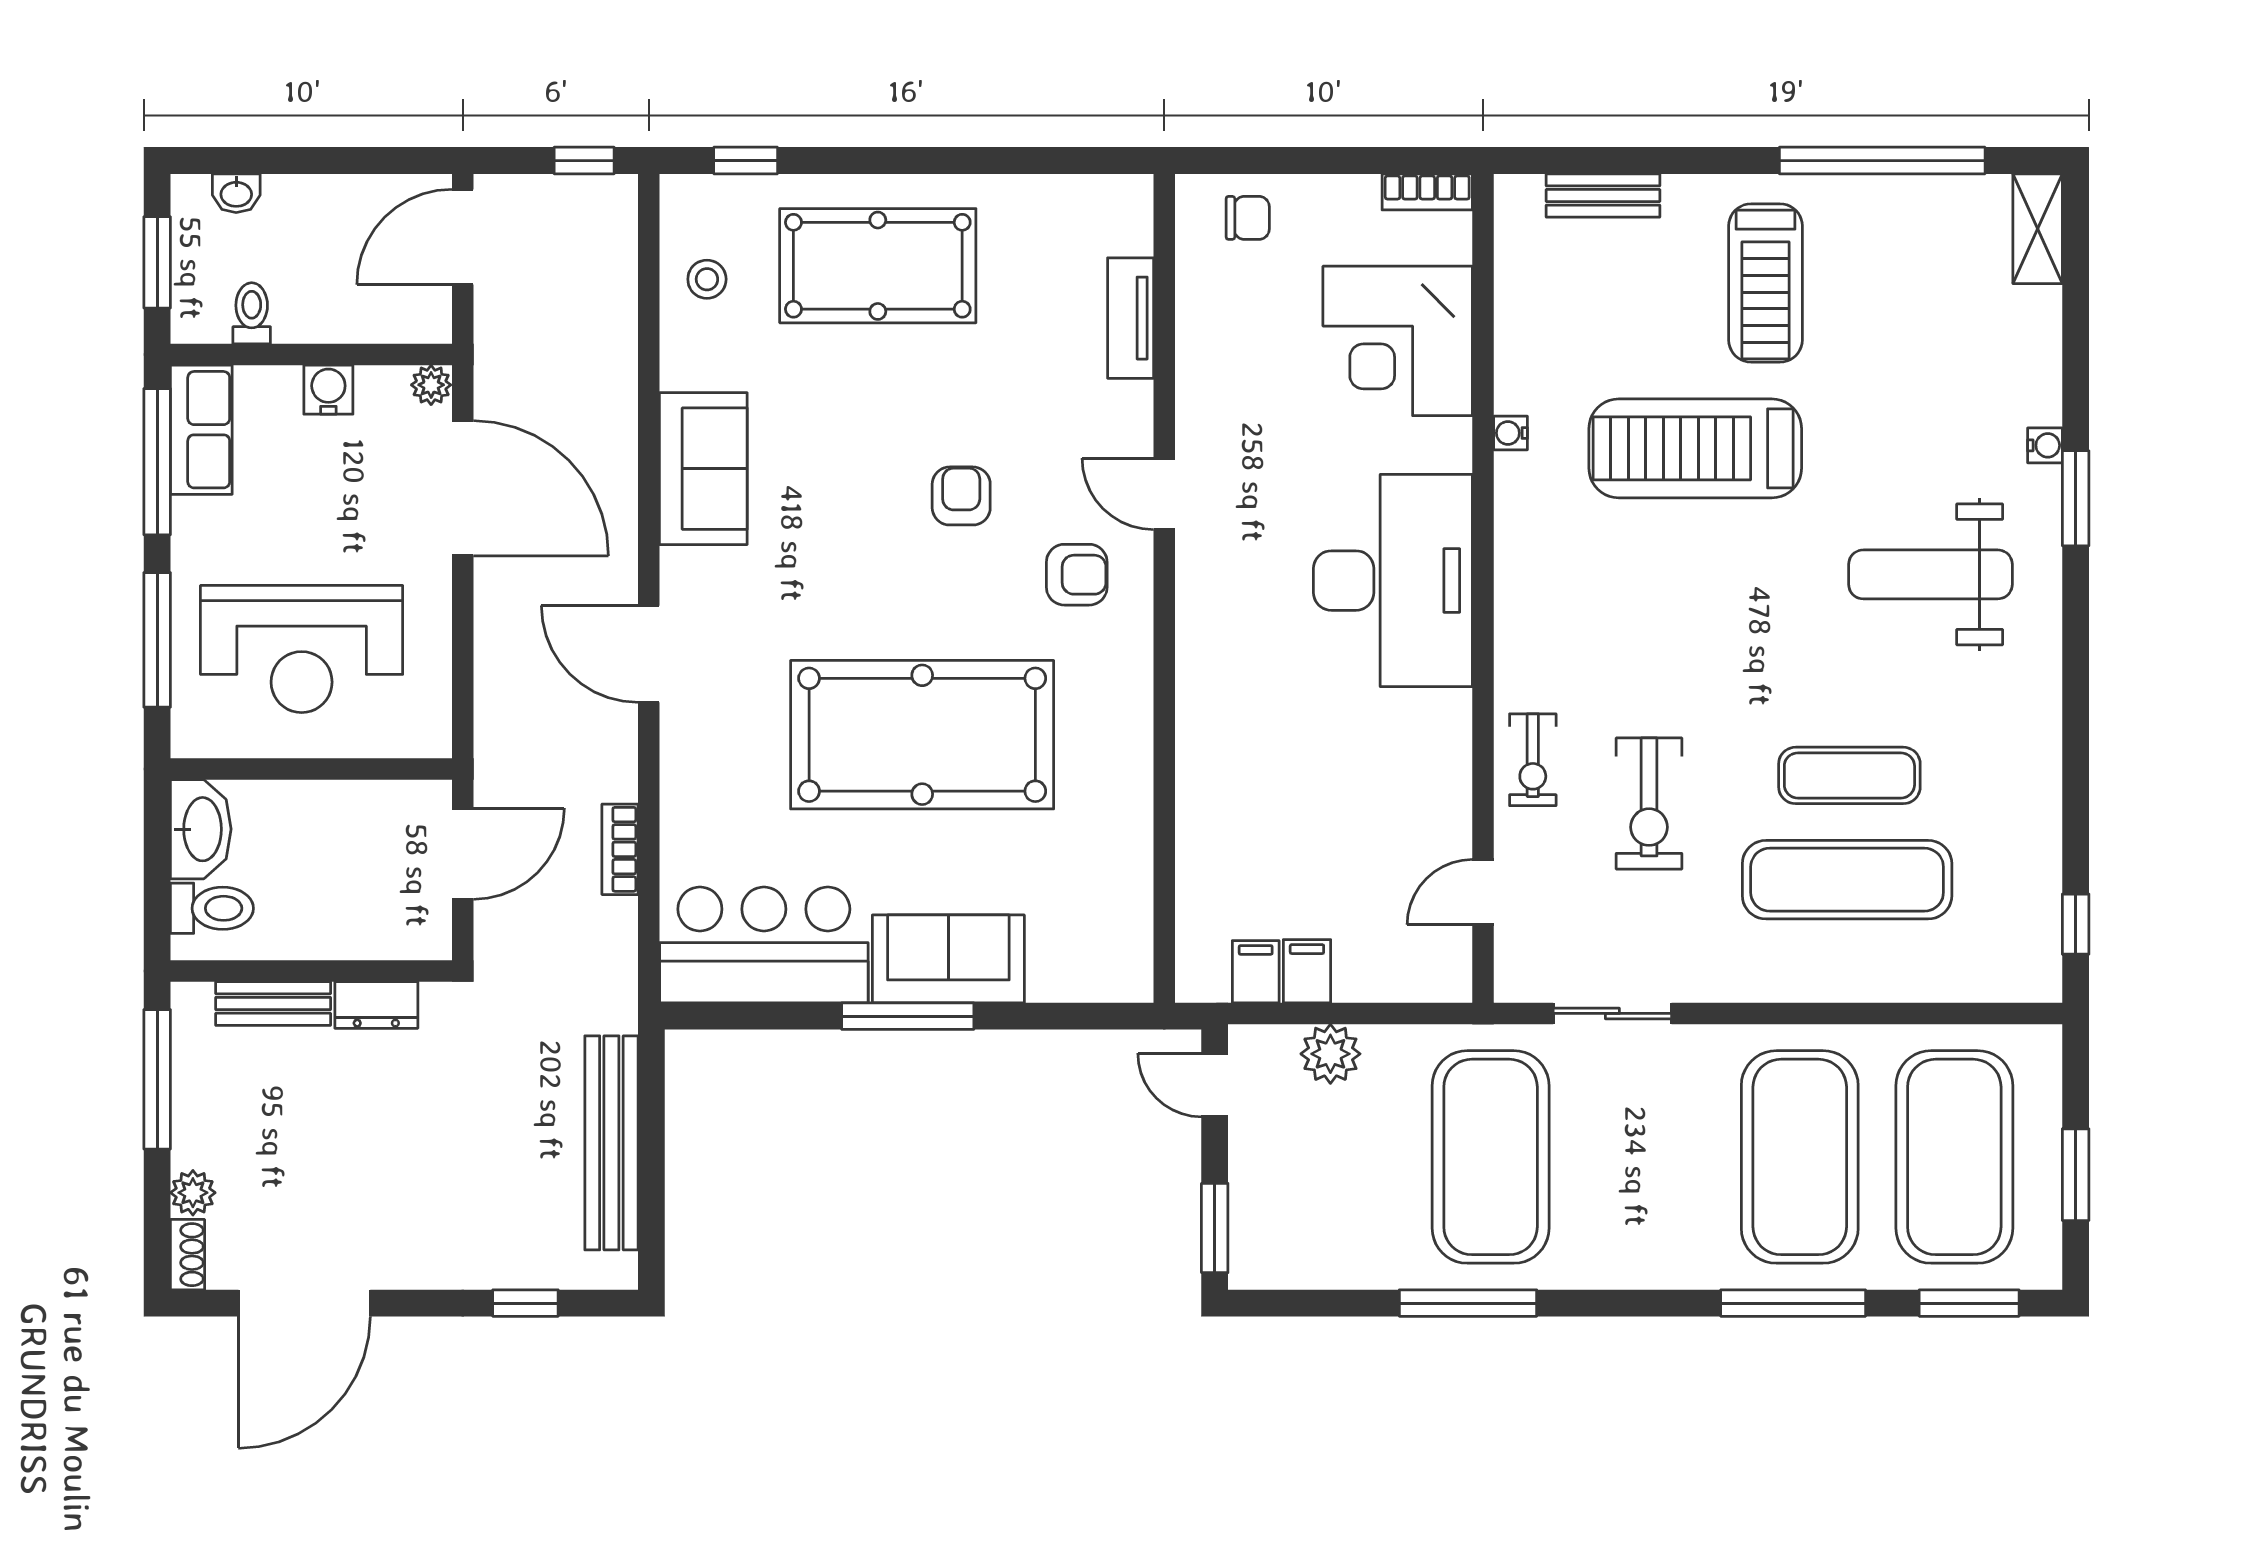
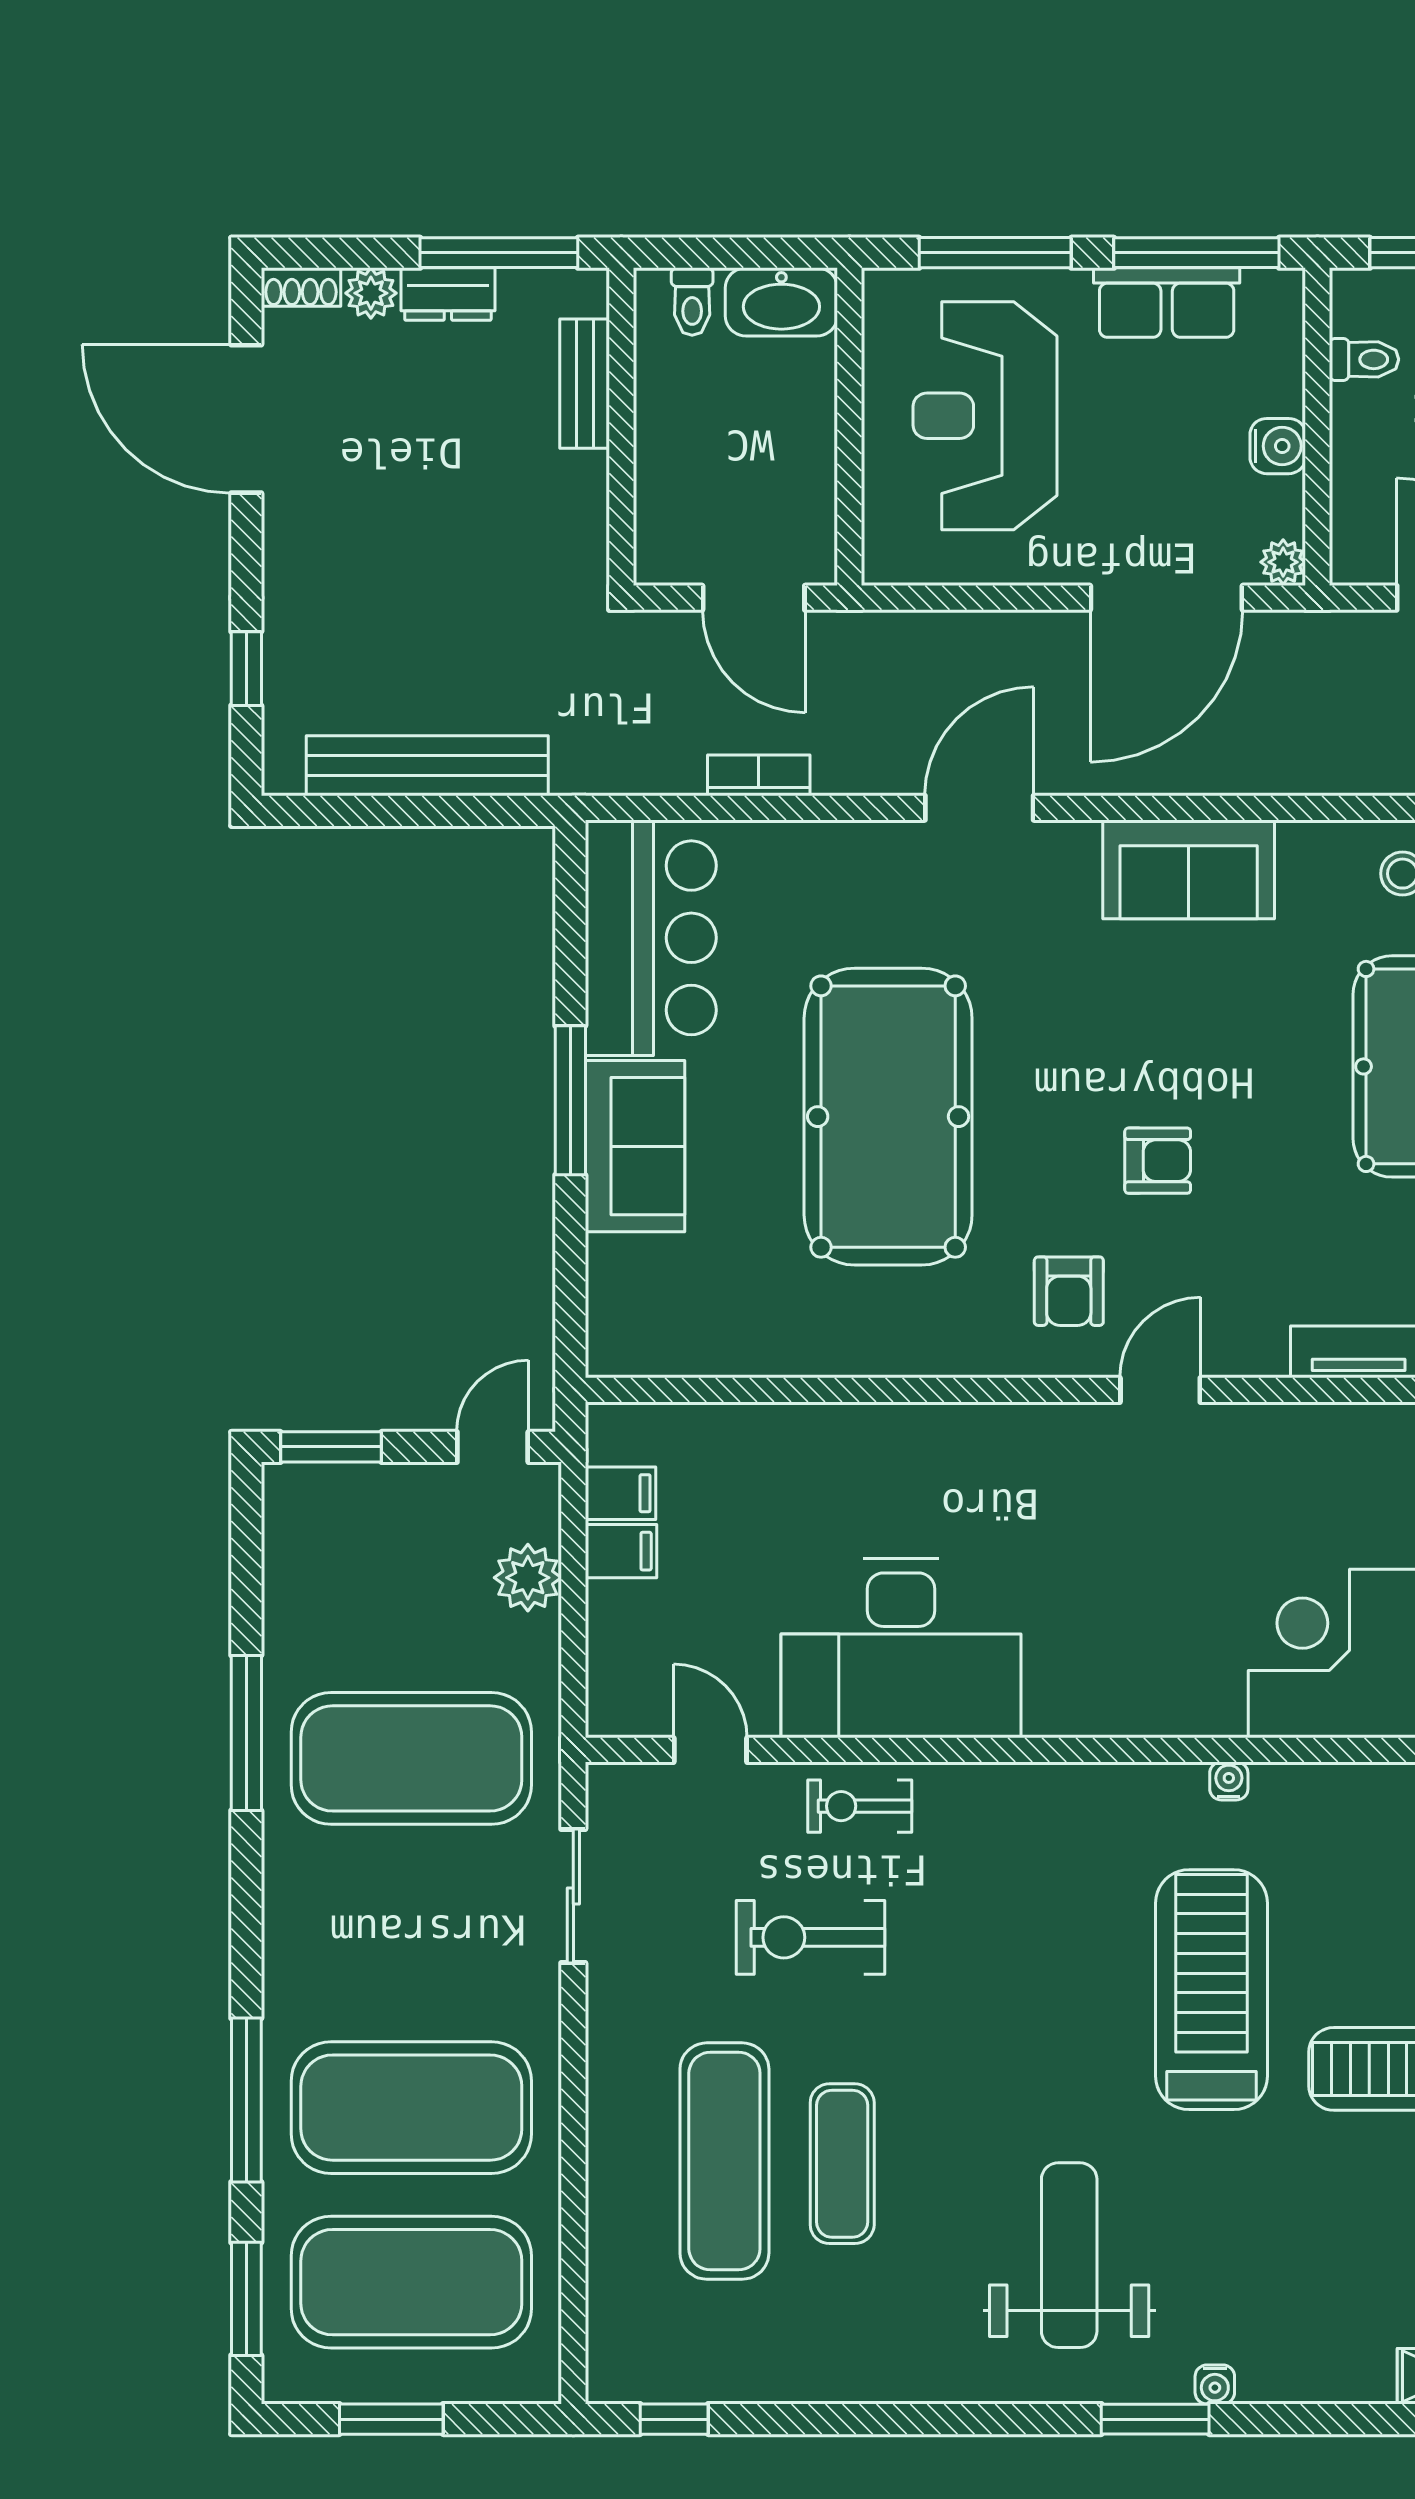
row of seats: (201, 430) -> (1167, 303), moved
desk: (1393, 581) -> (901, 1648), moved
toilet: (212, 908) -> (692, 301), width x0.73, depth x0.72
dresser: (376, 1005) -> (448, 294), moved, turned -90

